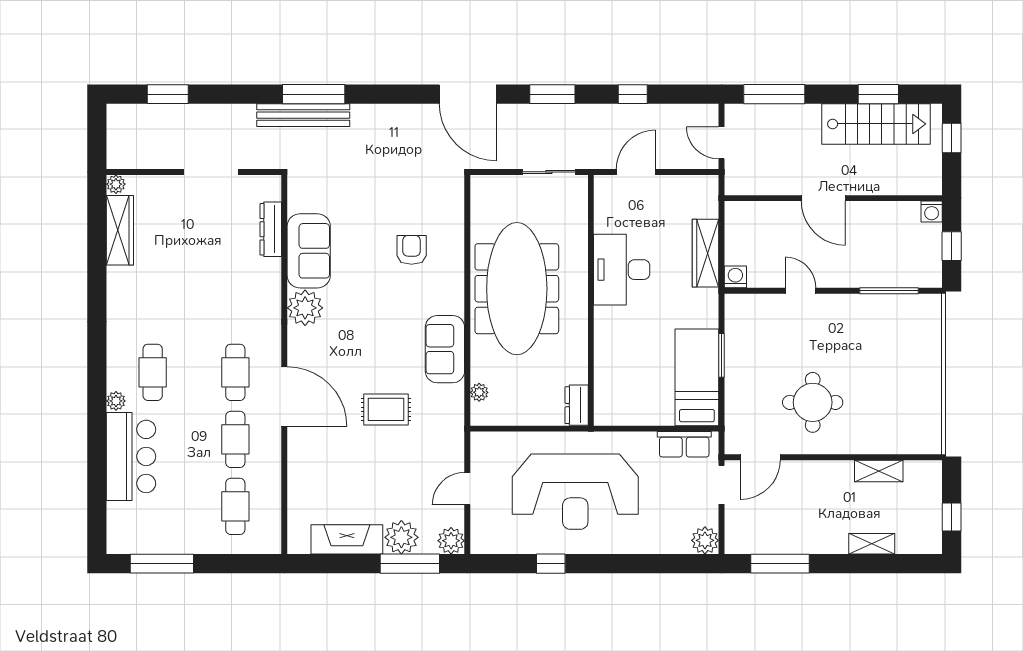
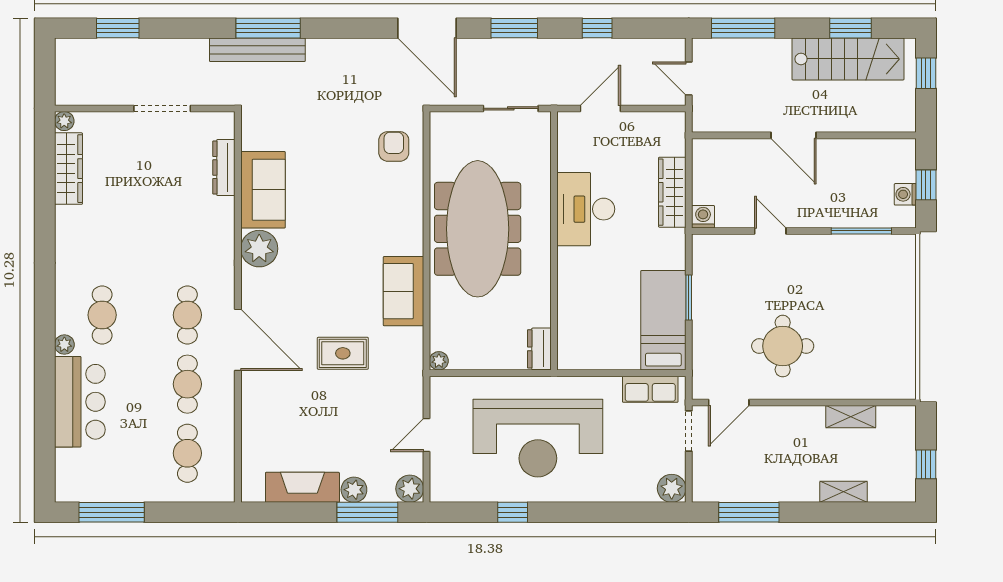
washing machine: (932, 212) -> (905, 194), moved, turned 90
armchair: (412, 250) -> (394, 146), moved
plant: (479, 392) -> (439, 361), moved
plant: (401, 537) -> (354, 490), width x0.73, depth x0.73

